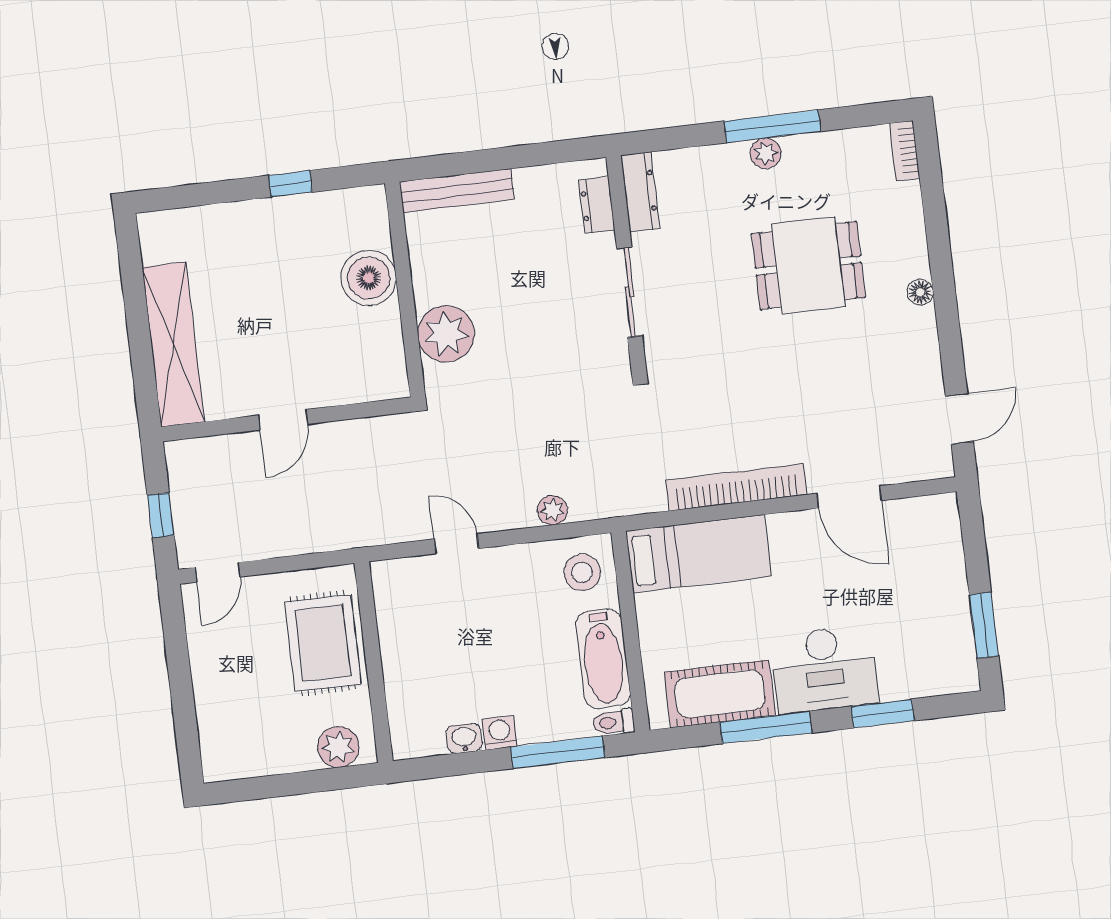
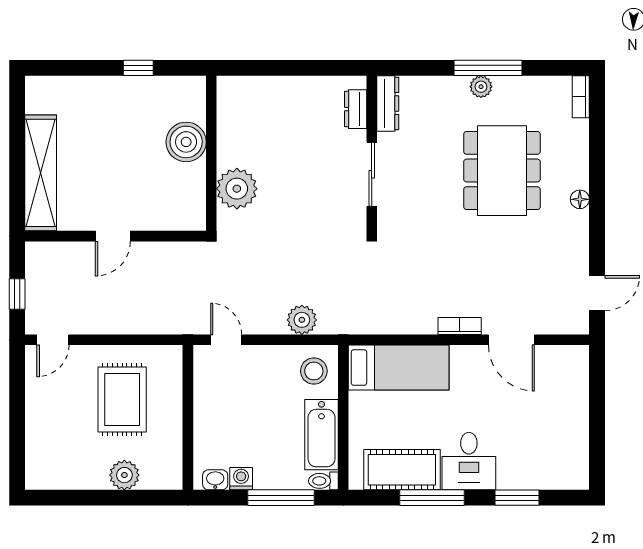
bench: (457, 191) -> (257, 87), removed
dining table: (808, 265) -> (502, 171), width x1.37
bookcase: (736, 487) -> (460, 326), width x0.43, depth x0.76
plant: (552, 510) -> (302, 320), width x1.38, depth x1.38
window: (984, 625) -> (597, 443), removed
wall: (374, 662) -> (188, 417), moved
desk: (824, 669) -> (469, 461), width x0.73

